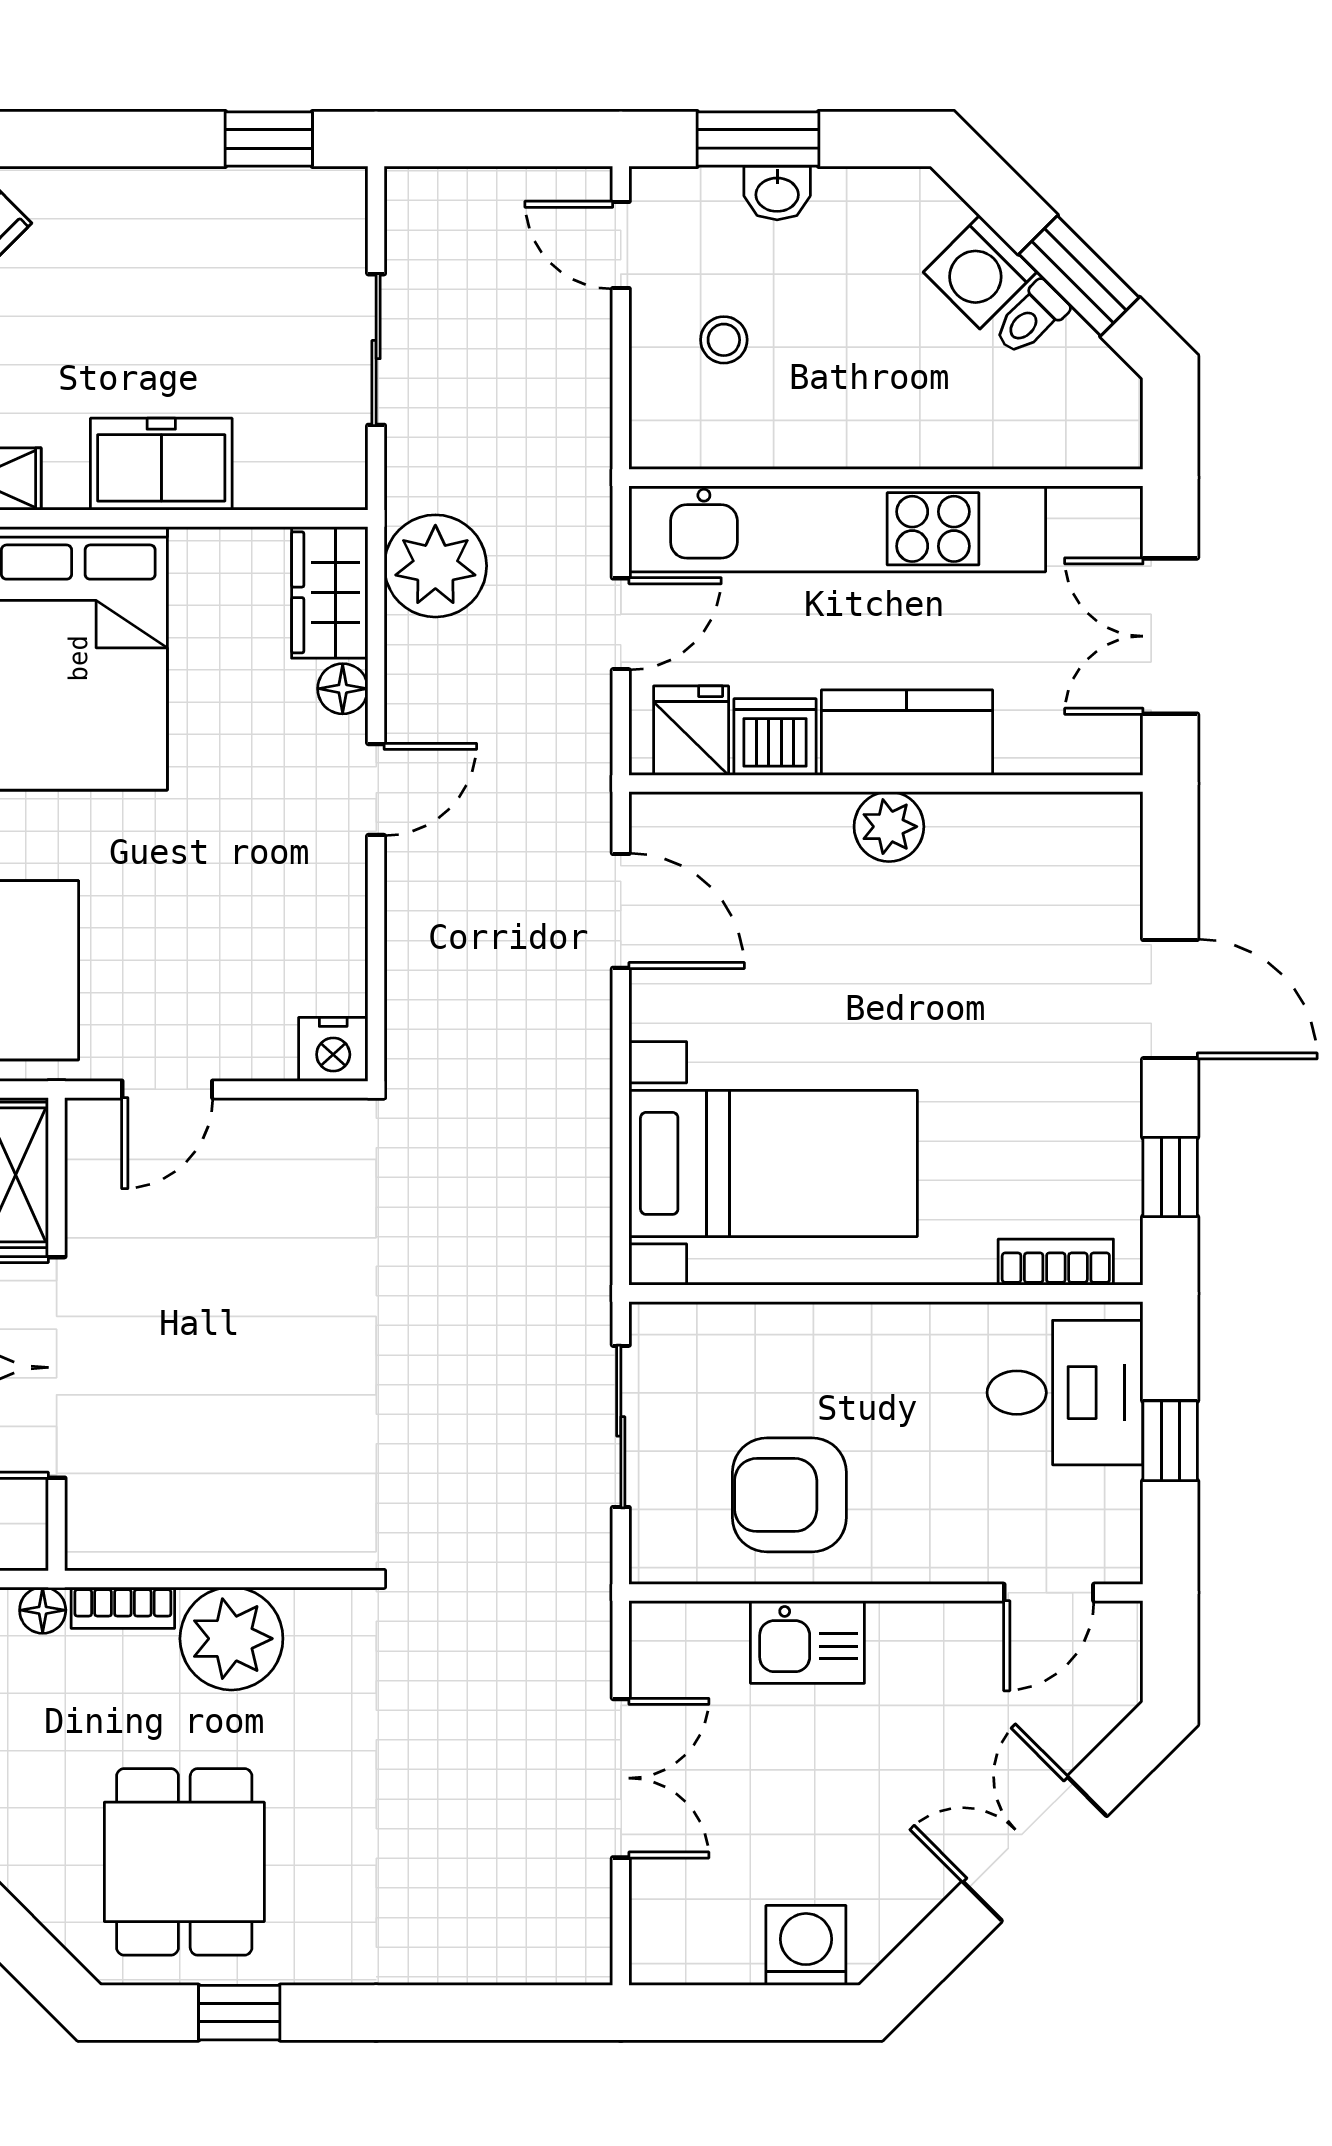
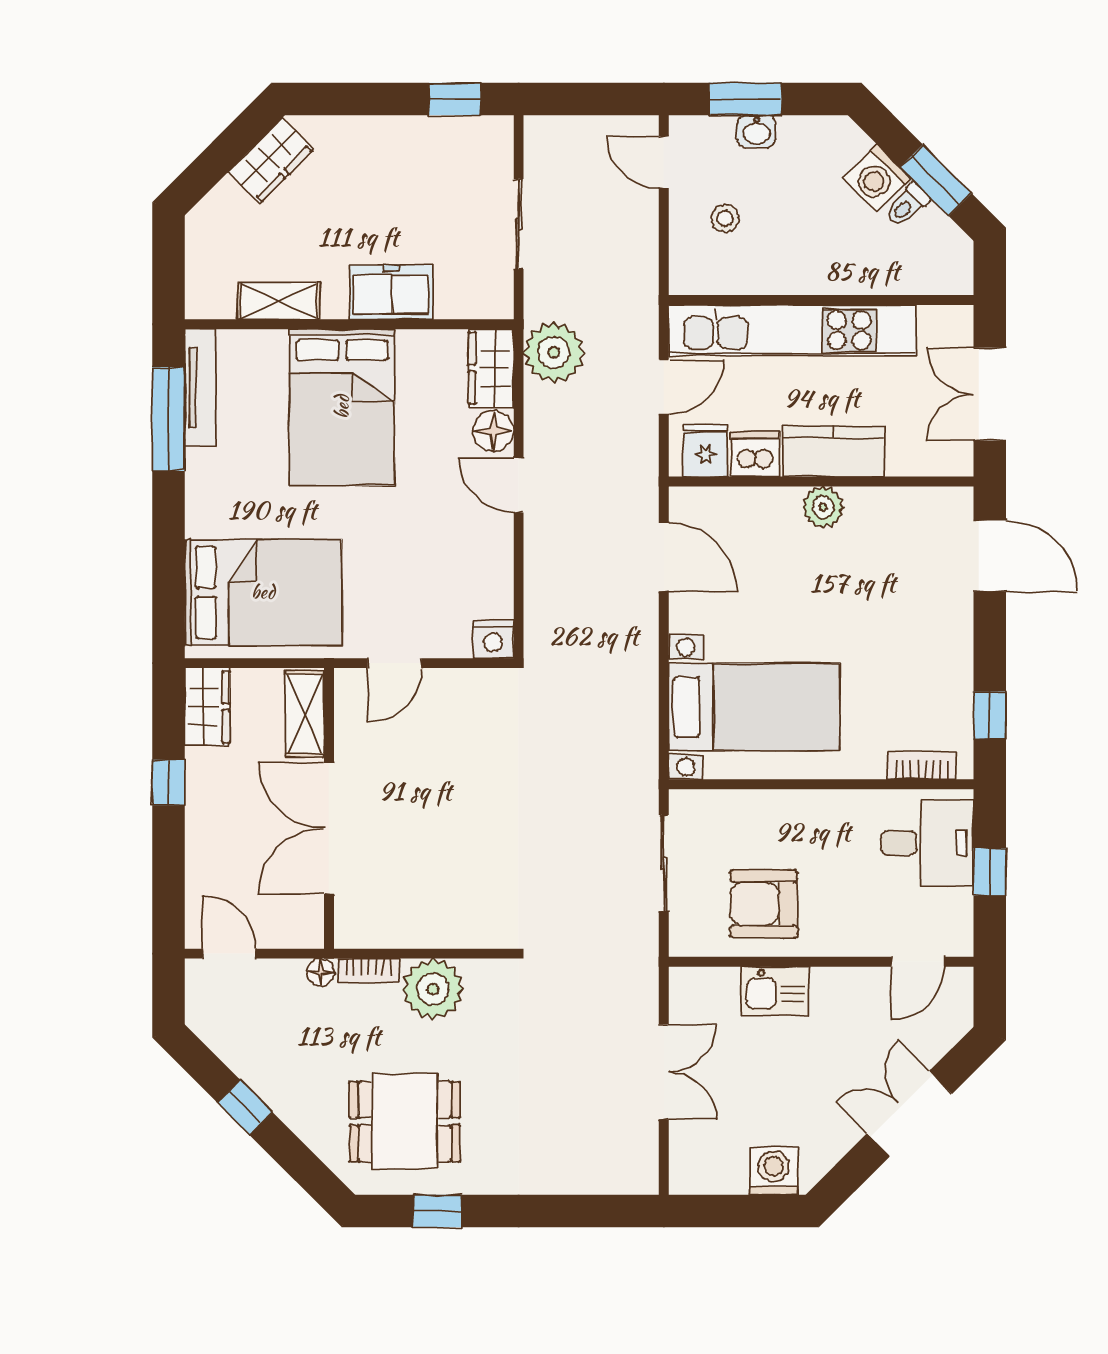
floor lamp: (343, 689) -> (493, 431), width x1.37, depth x1.37
door: (376, 789) -> (519, 485), swing flipped
door: (1170, 999) -> (990, 556), moved
dining table: (184, 1862) -> (405, 1122), turned 90

